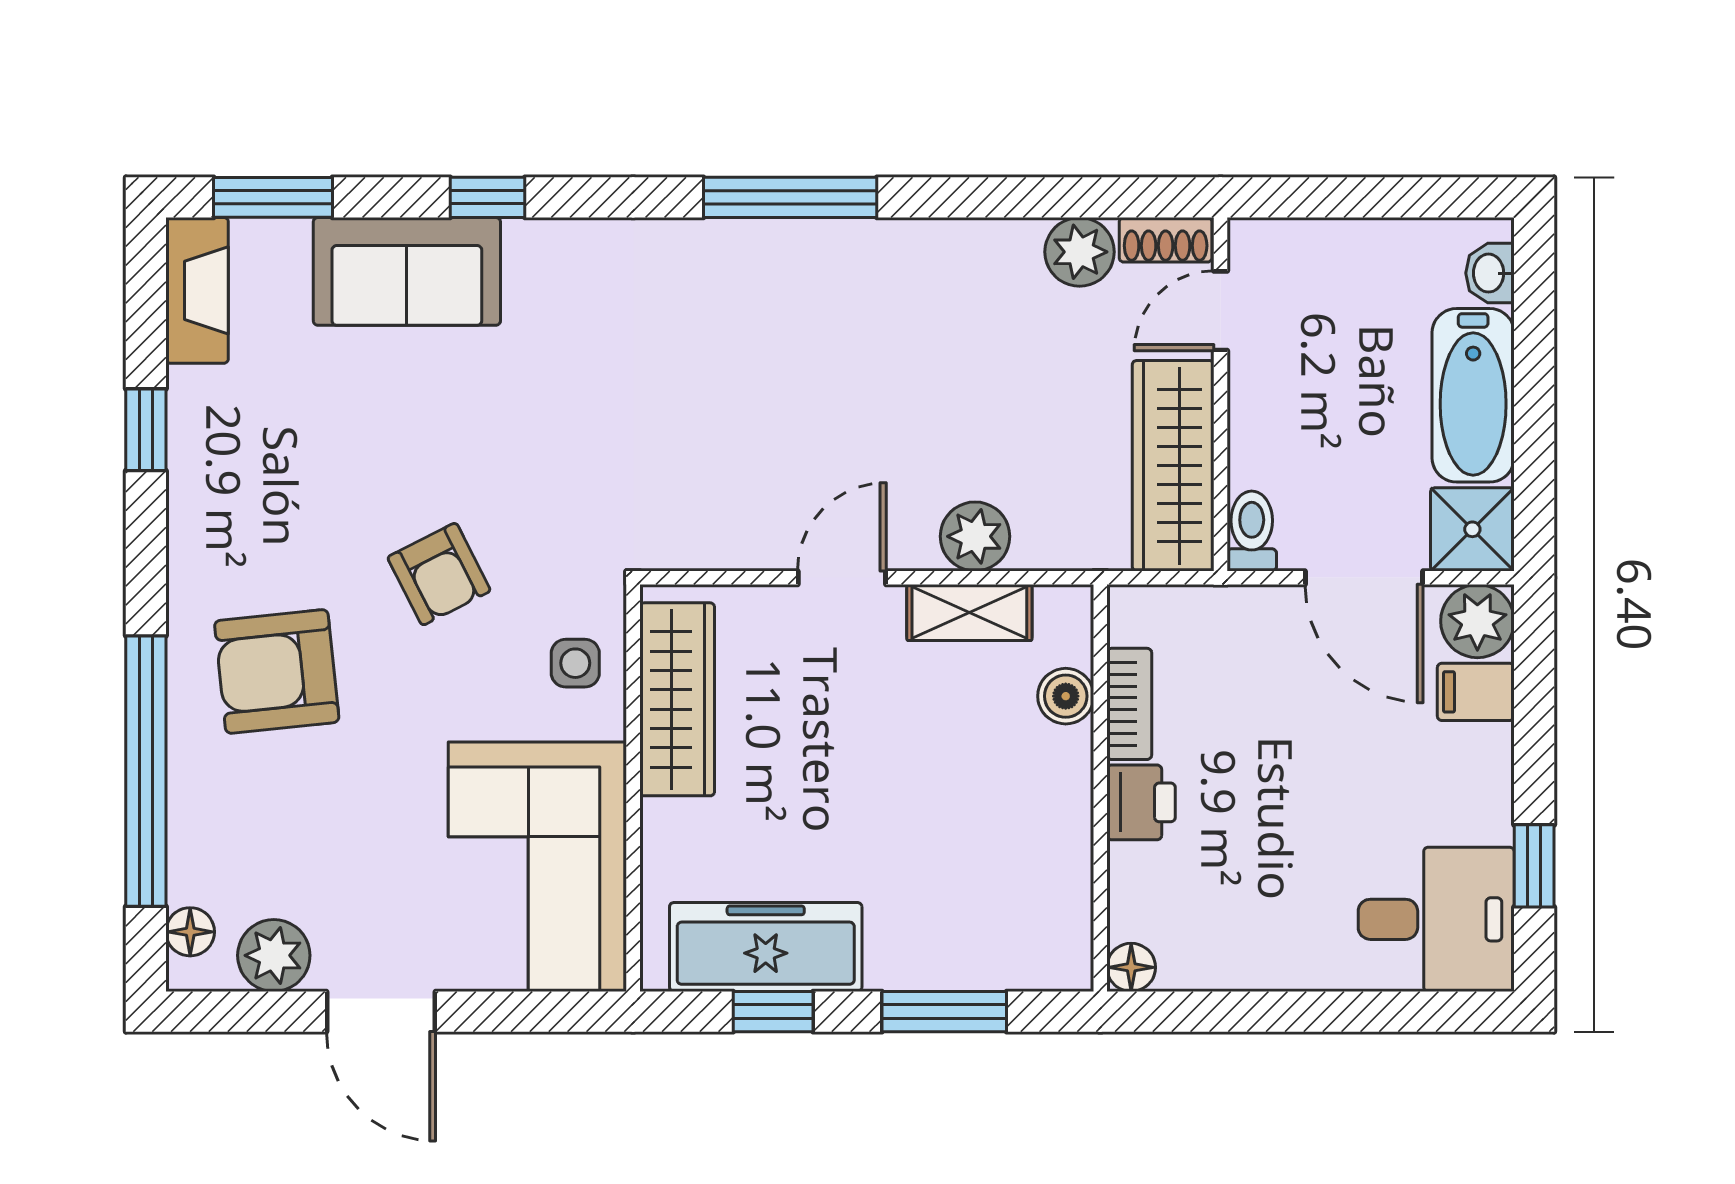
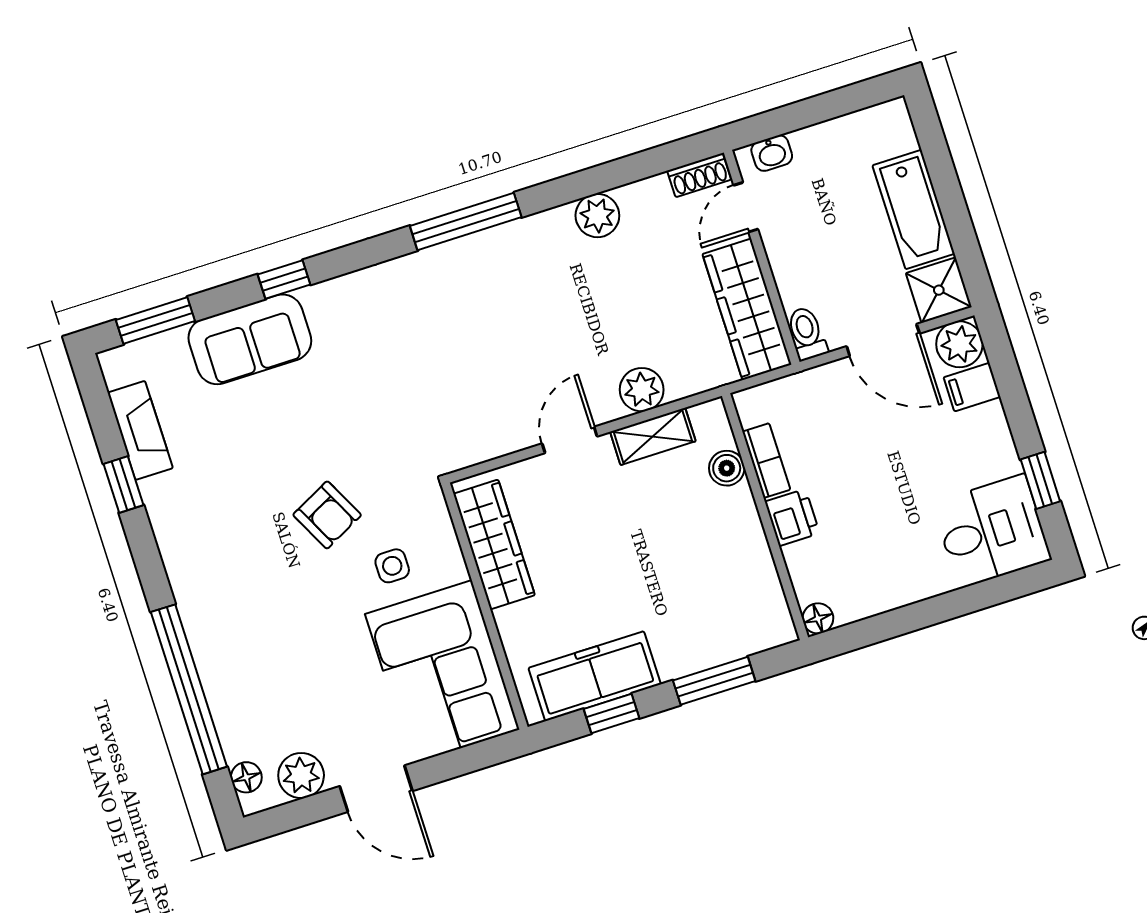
plant: (1080, 252) -> (597, 216), moved
washbasin: (1490, 273) -> (772, 153), moved, turned -90
fireplace: (197, 290) -> (140, 430), moved
side table: (575, 663) -> (392, 566), moved
armchair: (277, 671) -> (248, 604), removed

